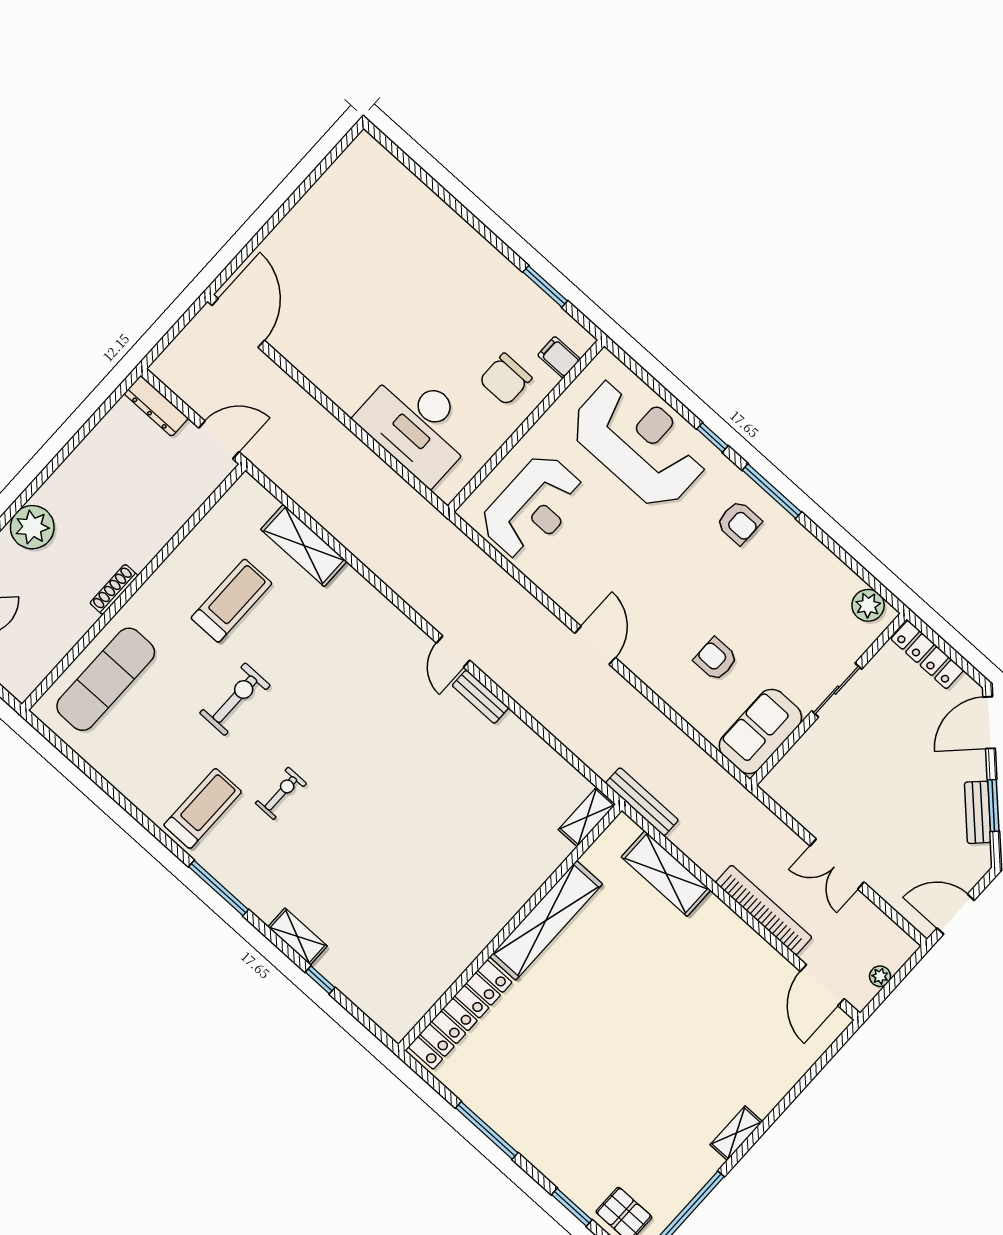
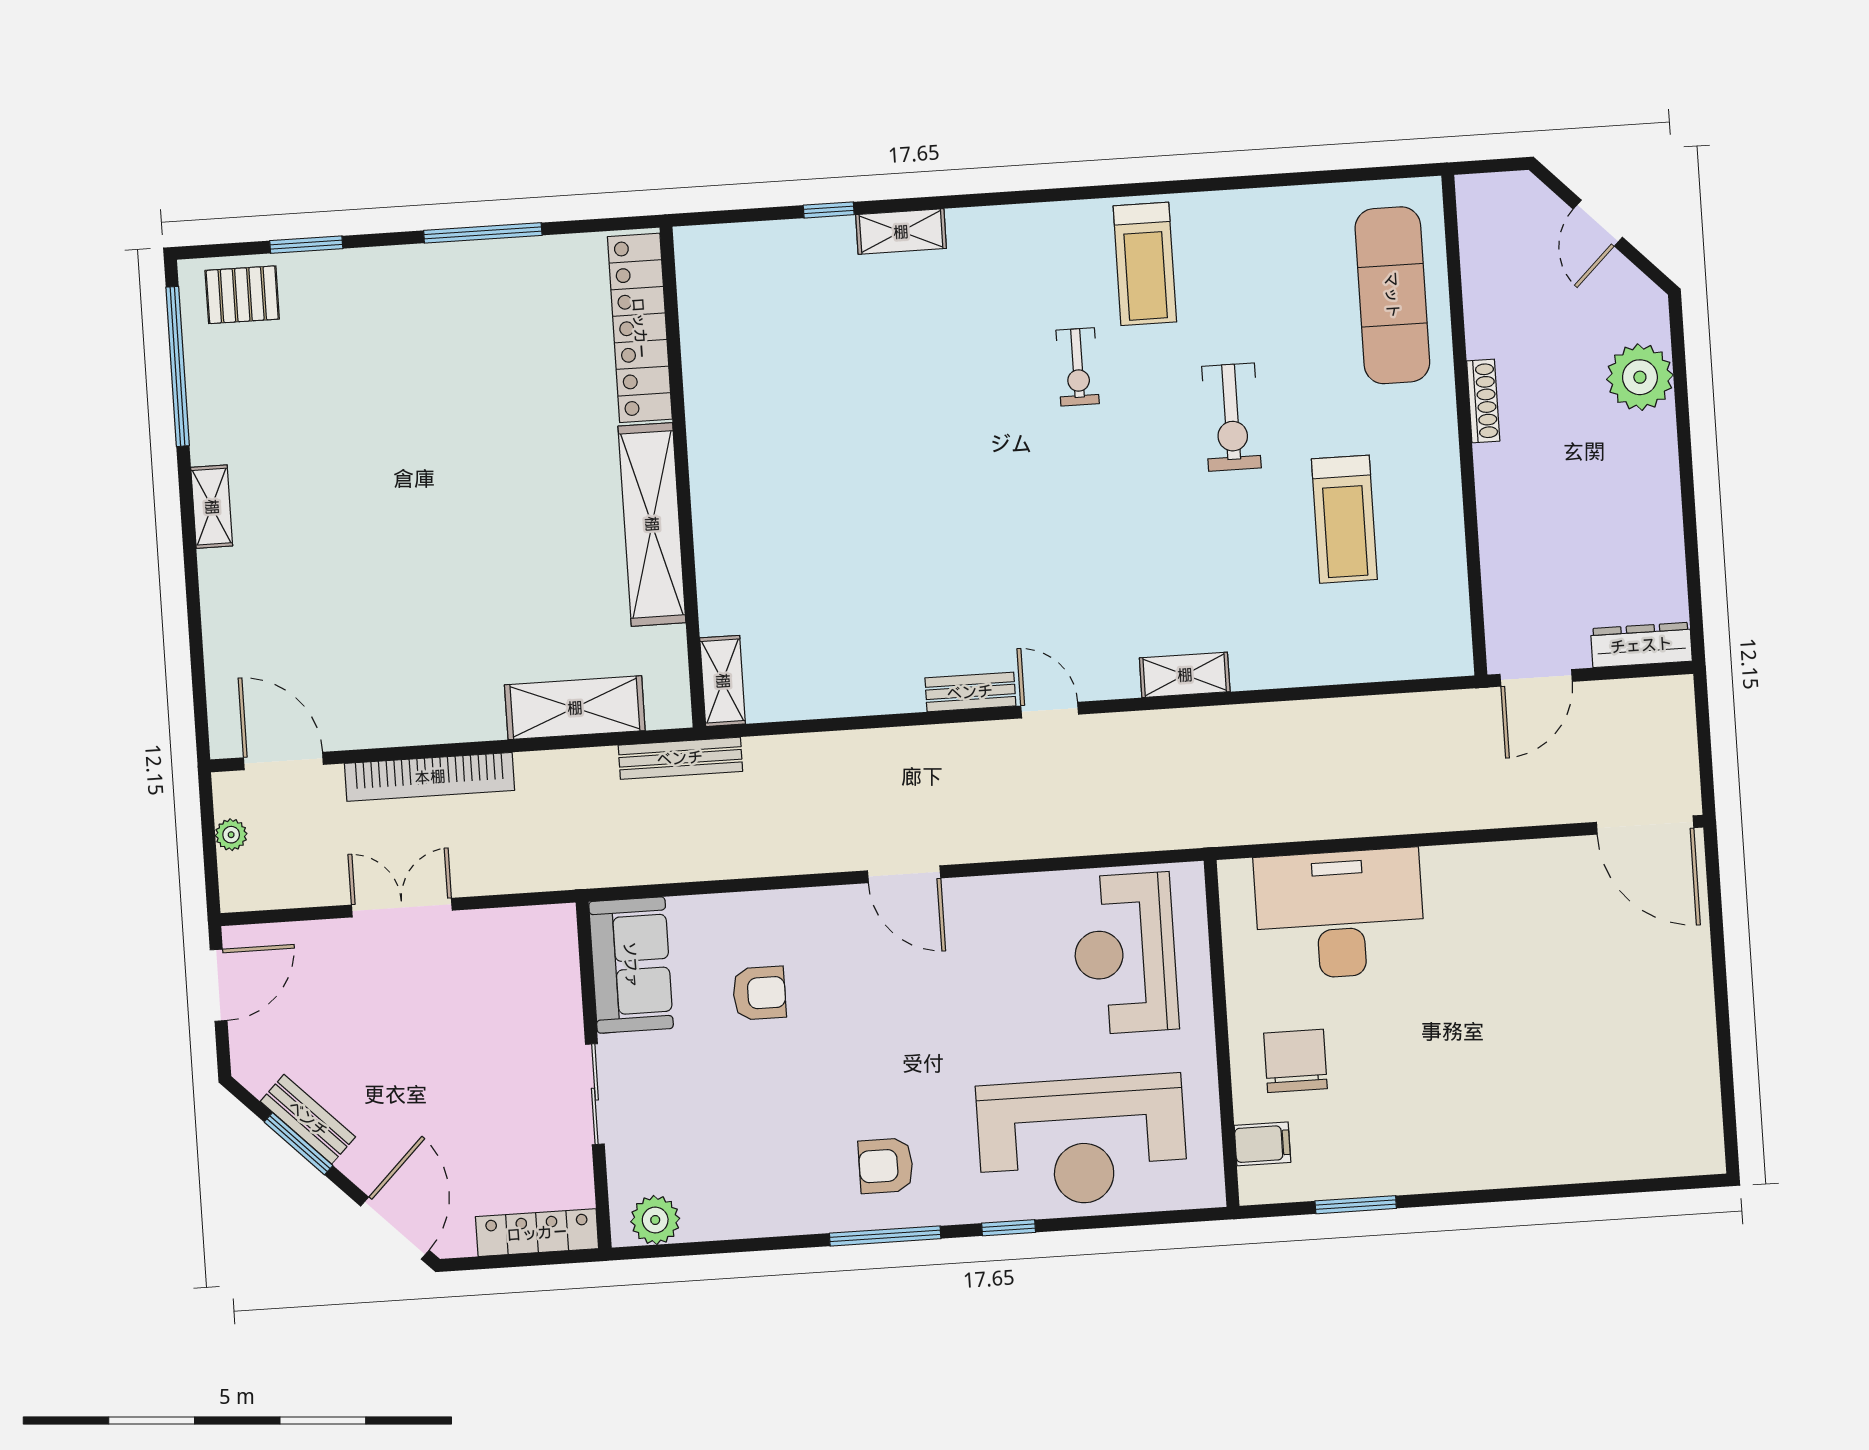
shelving: (304, 545) -> (1185, 675), moved, width x0.67, depth x0.75
window: (219, 888) -> (1040, 196), removed

